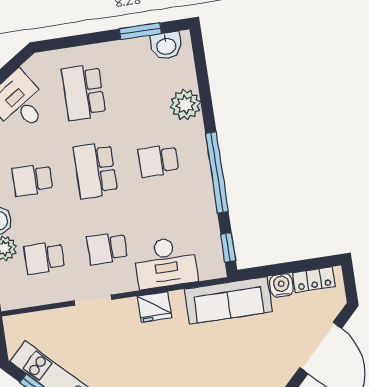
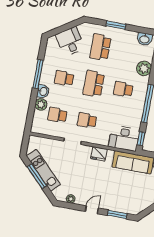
window: (140, 31) -> (116, 25), moved
desk: (166, 263) -> (124, 138), moved

